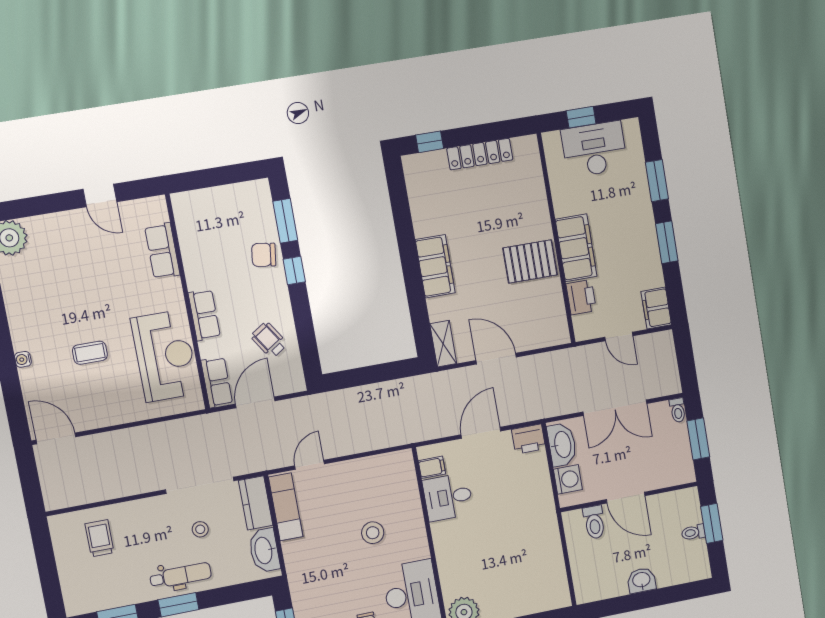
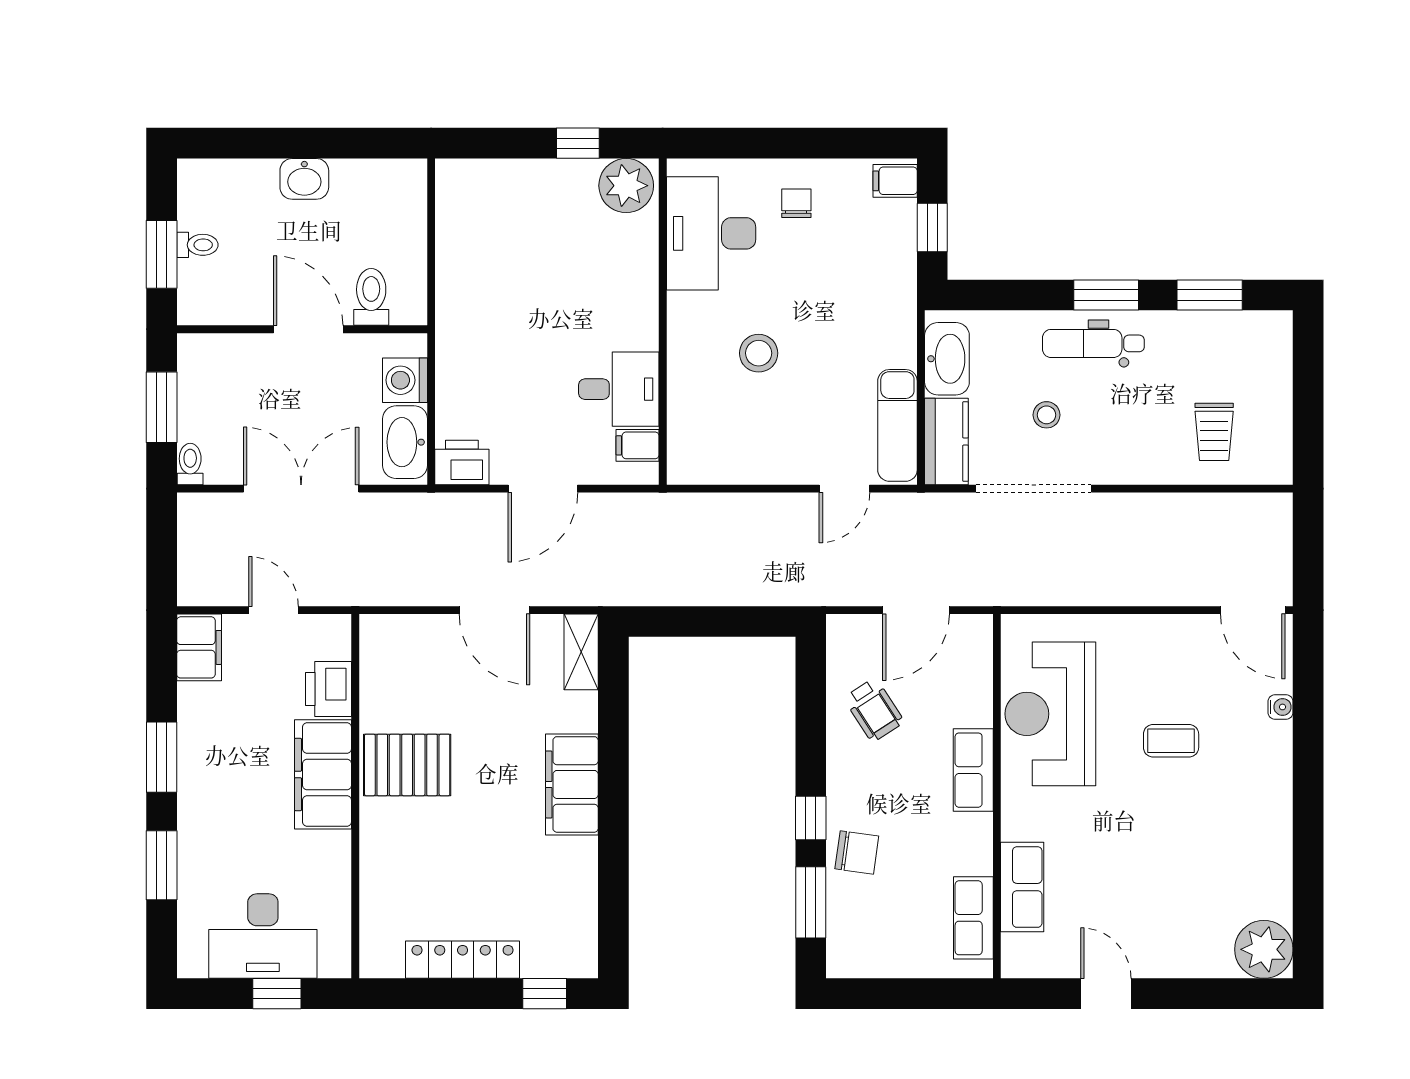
water cooler: (23, 359) -> (1281, 707), moved
row of seats: (217, 382) -> (973, 918), moved

